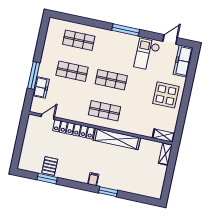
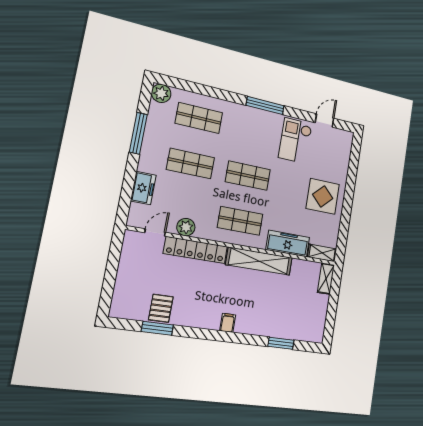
plant: (54, 24) -> (161, 93), added
freezer: (183, 61) -> (288, 244), moved, turned 90
window: (34, 76) -> (138, 133), moved
plant: (68, 114) -> (186, 227), added
window: (108, 192) -> (281, 343), moved

